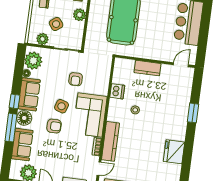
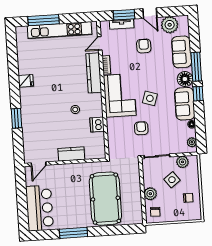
plant: (33, 61) -> (192, 142), width x0.53, depth x0.53
armchair: (54, 126) -> (144, 46), moved, turned 90
fridge: (174, 152) -> (26, 81), width x0.53, depth x0.75

